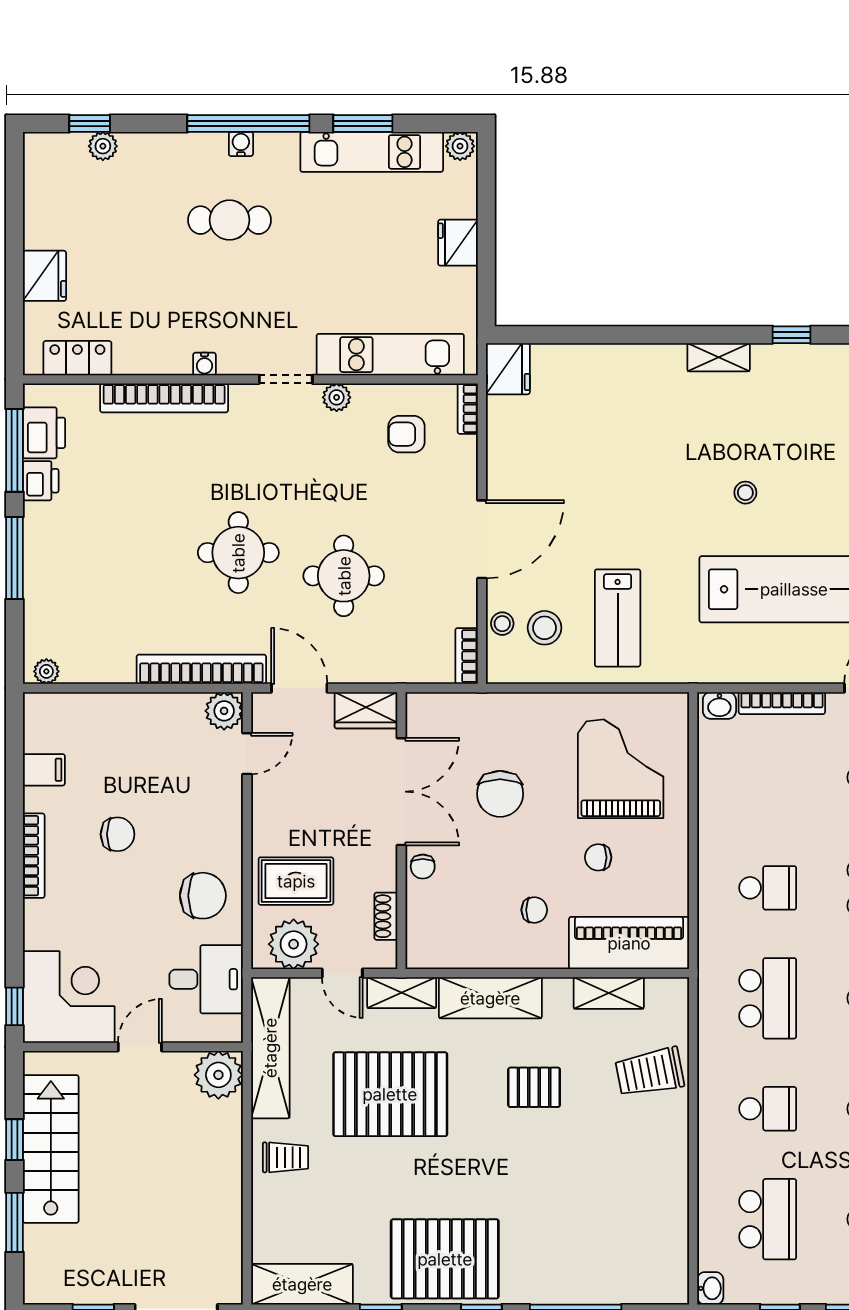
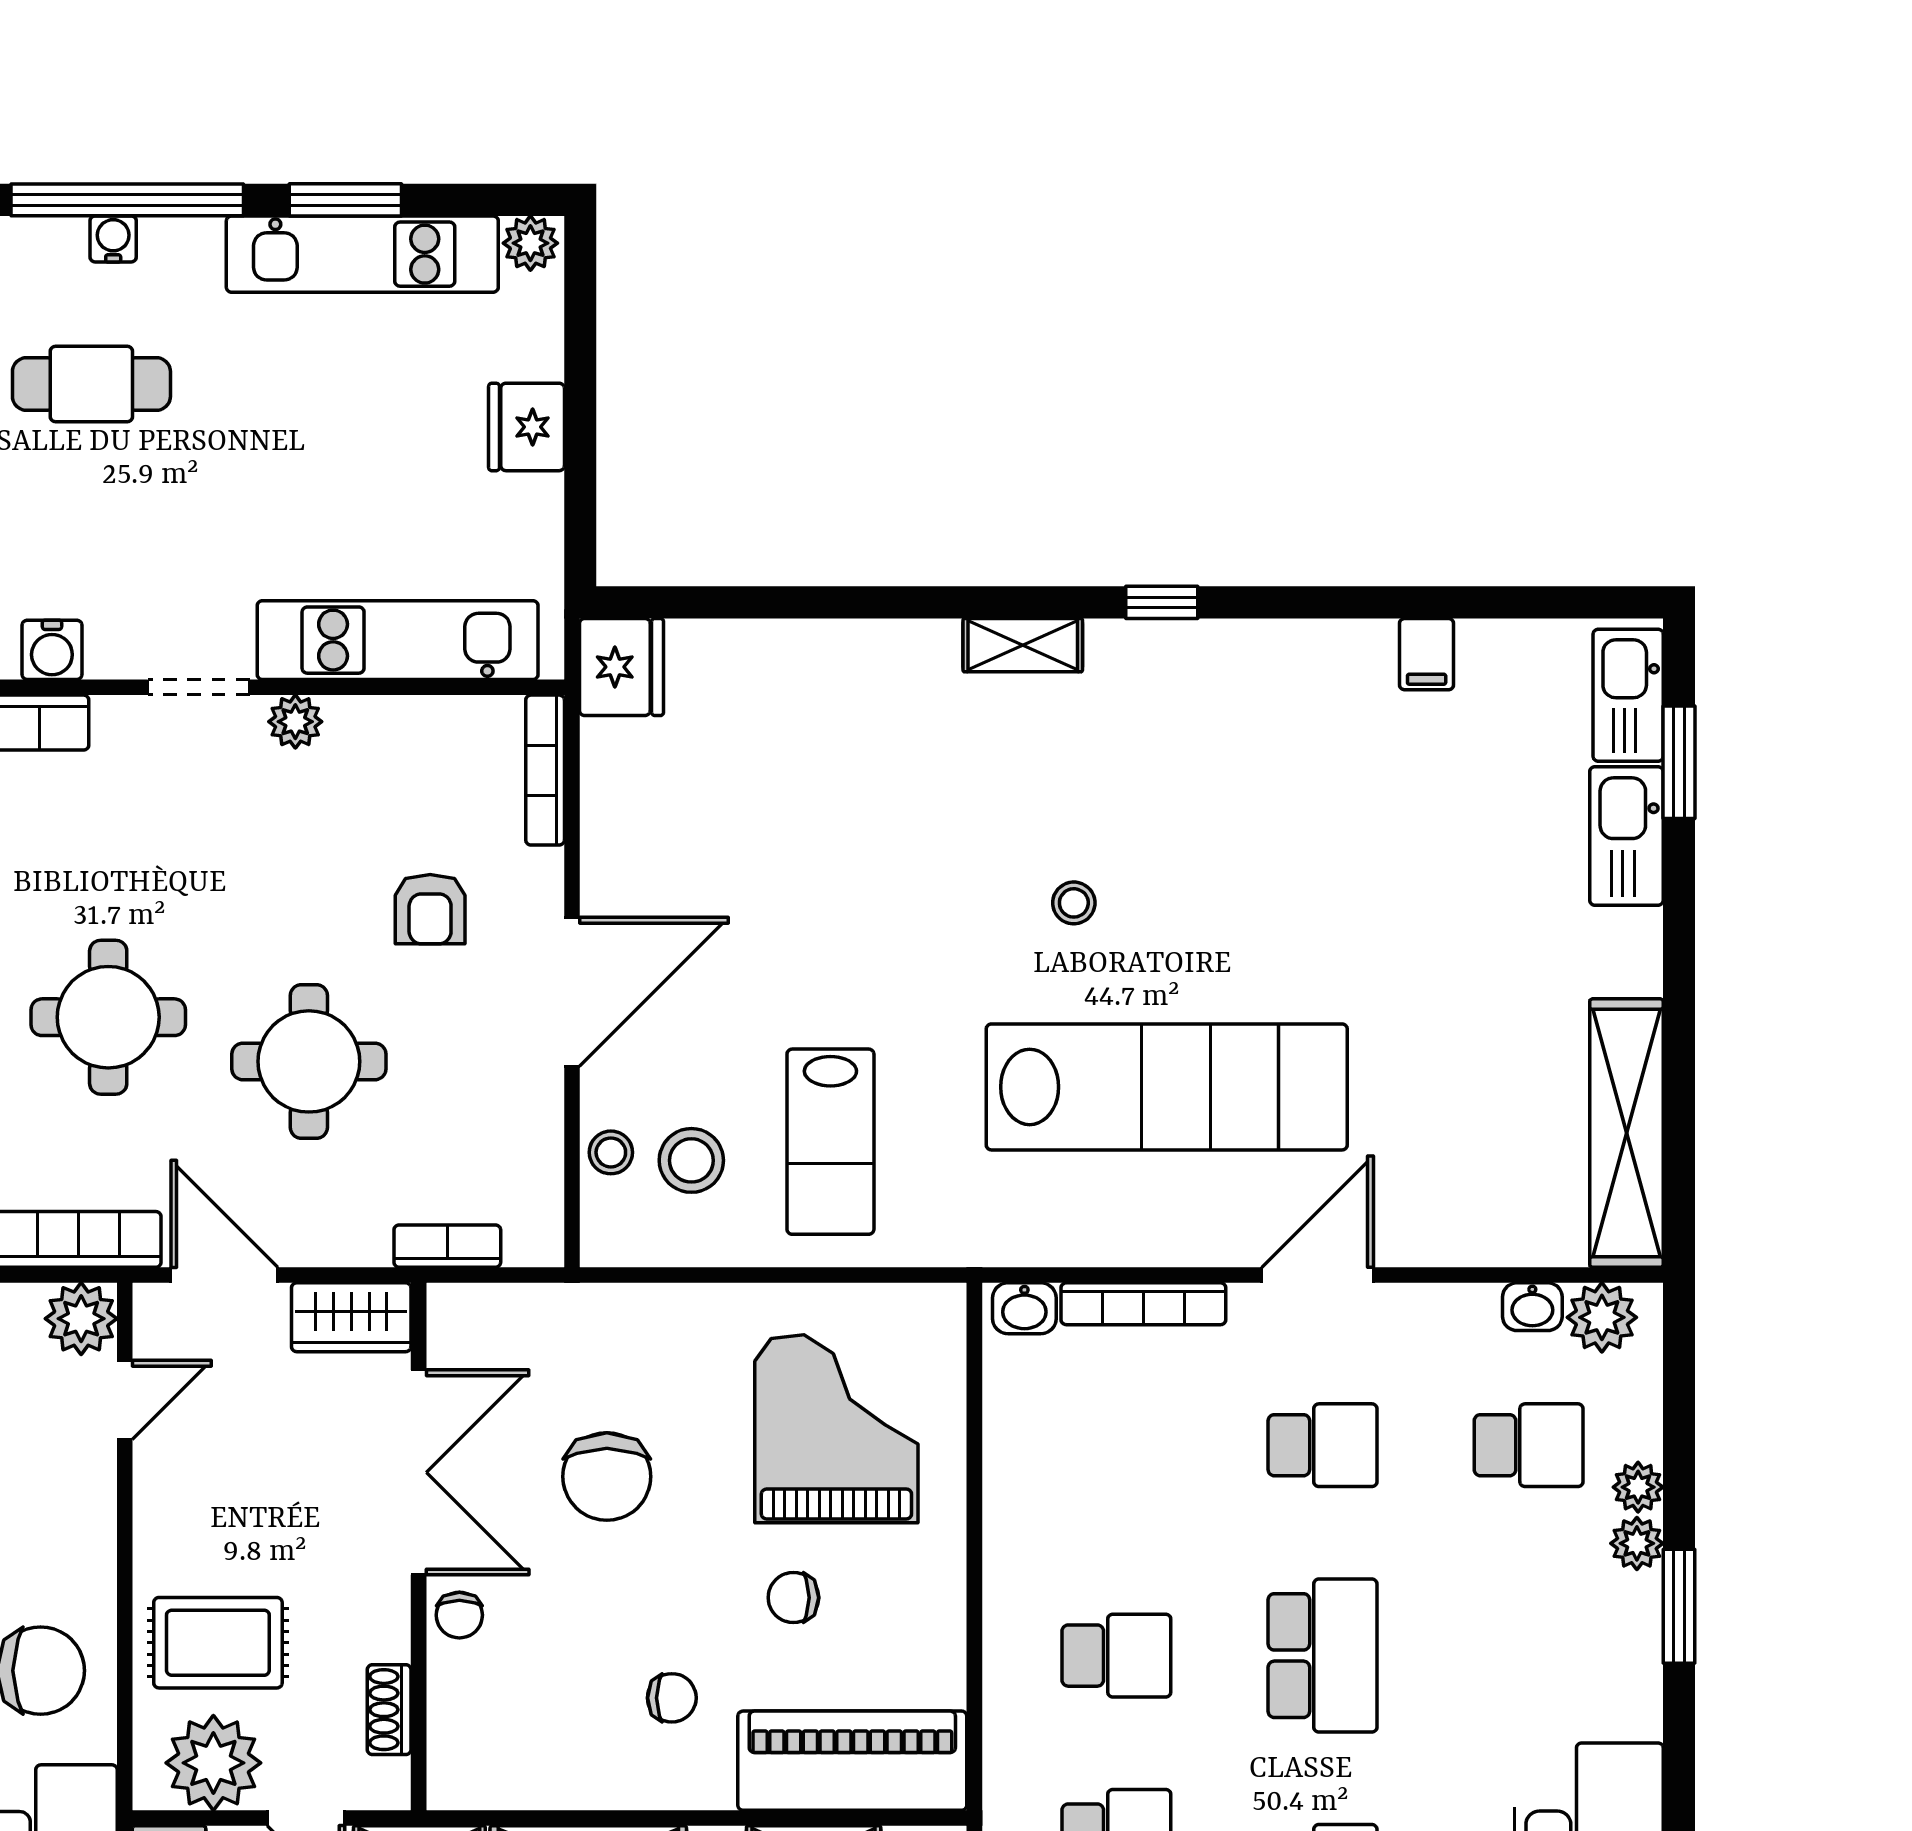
water cooler: (204, 364) -> (52, 650), width x1.38, depth x1.38
bookcase: (468, 409) -> (545, 770), width x1.56
armchair: (406, 434) -> (430, 909), moved, turned -90
bookcase: (467, 656) -> (447, 1246), moved, turned 90

